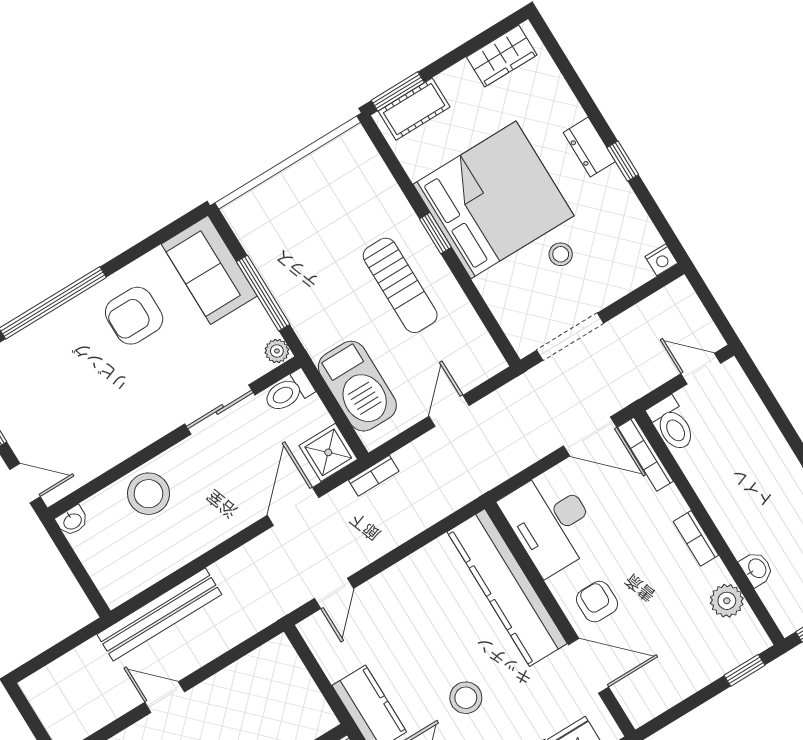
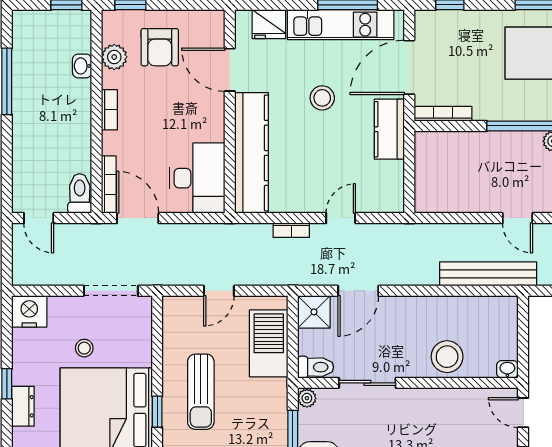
nightstand: (661, 260) -> (29, 311), width x1.89, depth x1.79
sun lounger: (400, 285) -> (201, 392), turned 180
bookcase: (374, 476) -> (291, 230), moved, turned 180
door: (334, 593) -> (341, 218), moved
armchair: (597, 602) -> (160, 47), moved, width x1.38, depth x1.38

